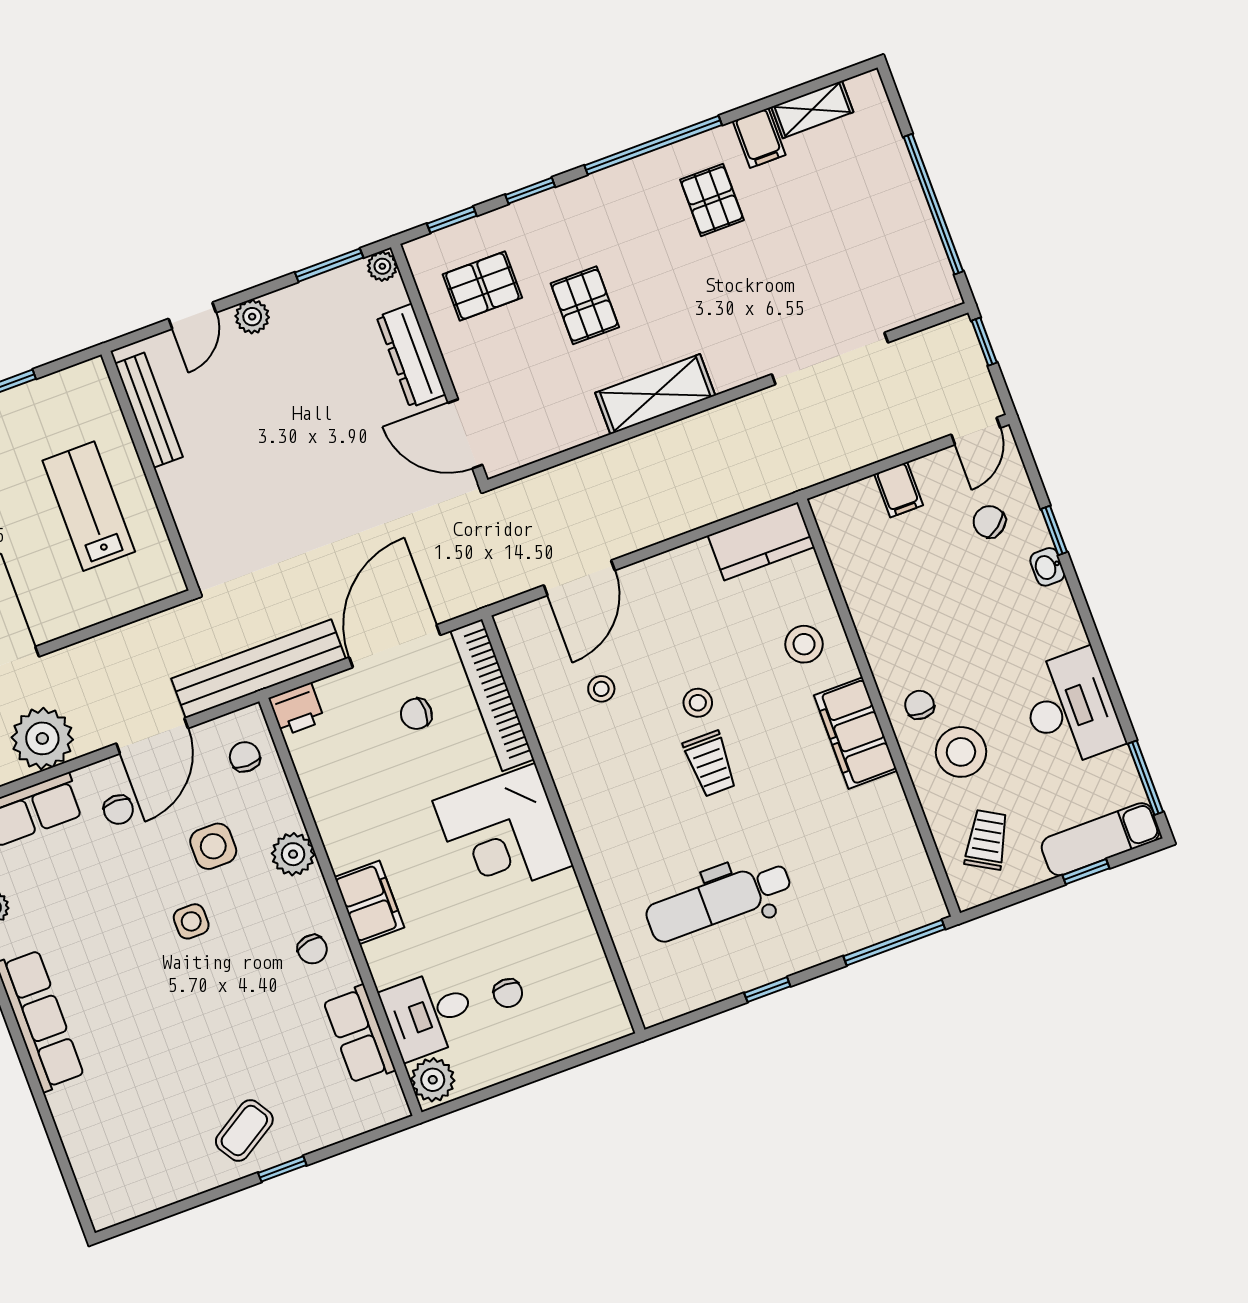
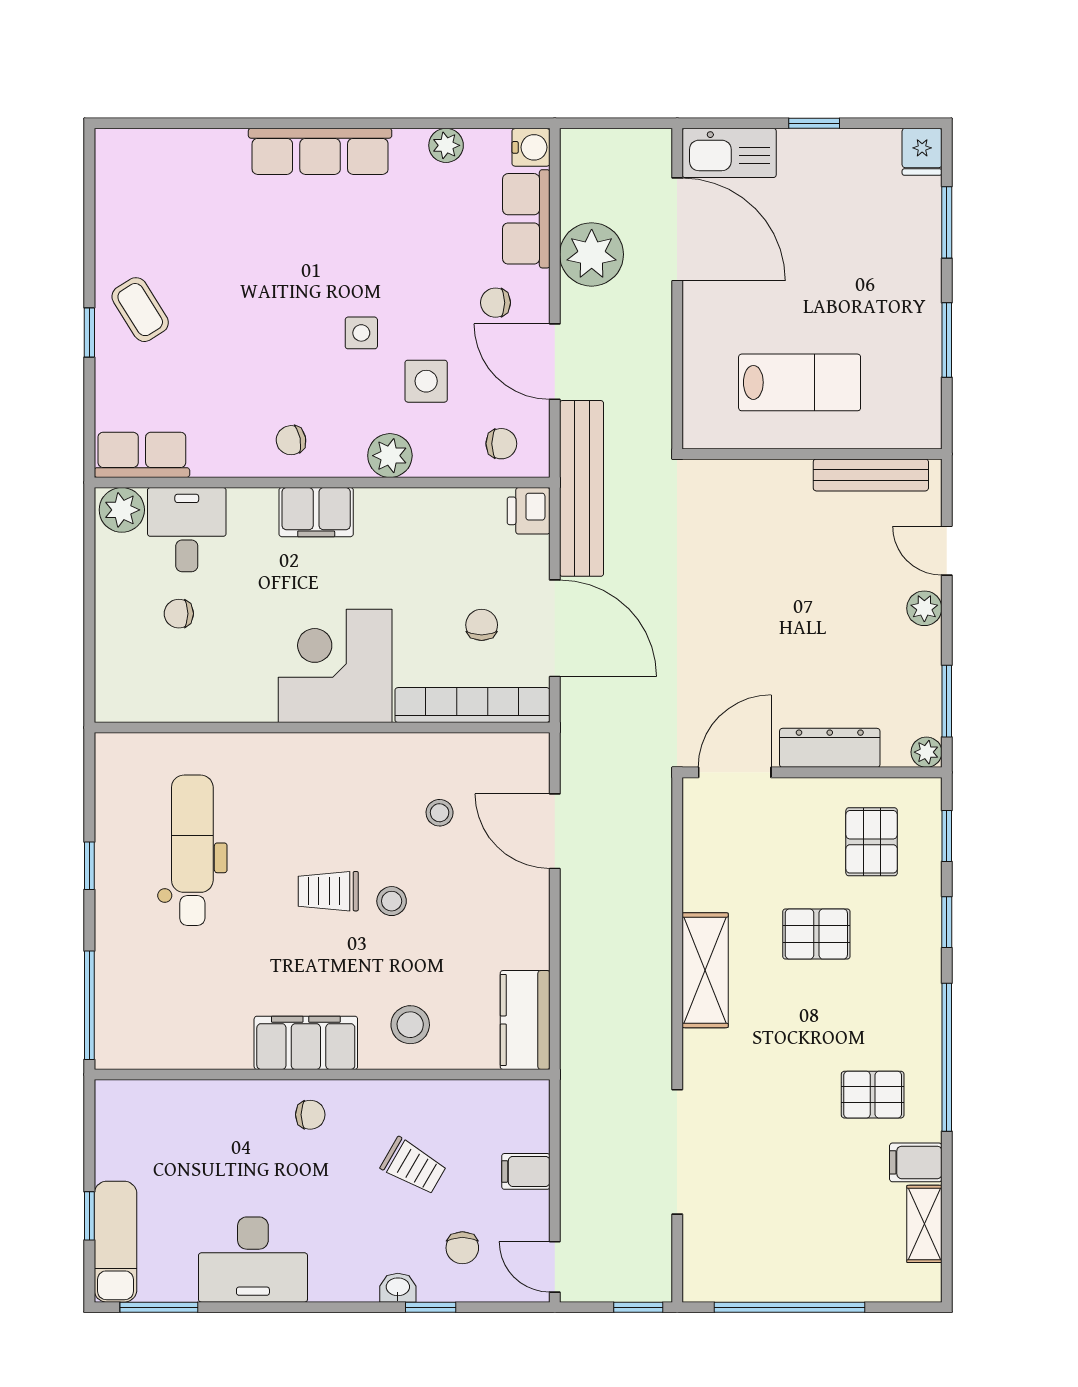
chair: (989, 522) -> (462, 1248), turned 128
stool: (961, 752) -> (250, 1138), removed
trolley: (987, 840) -> (414, 1166), moved
row of seats: (359, 1035) -> (142, 455), moved

